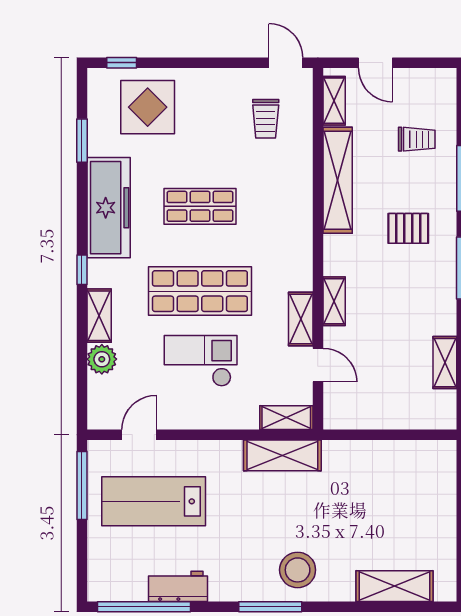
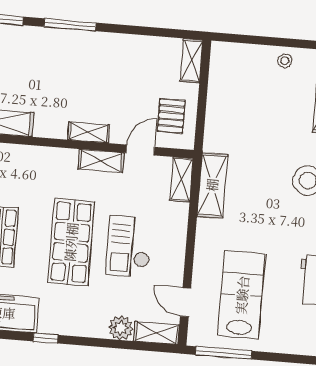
pallet: (408, 228) -> (171, 116), moved
shelving: (99, 316) -> (157, 333), moved
shelving: (445, 363) -> (191, 61), moved, turned 90
lab bench: (154, 501) -> (242, 295), turned 180
stool: (440, 530) -> (285, 61), added

